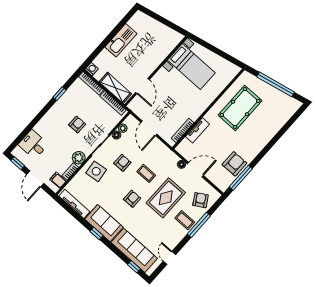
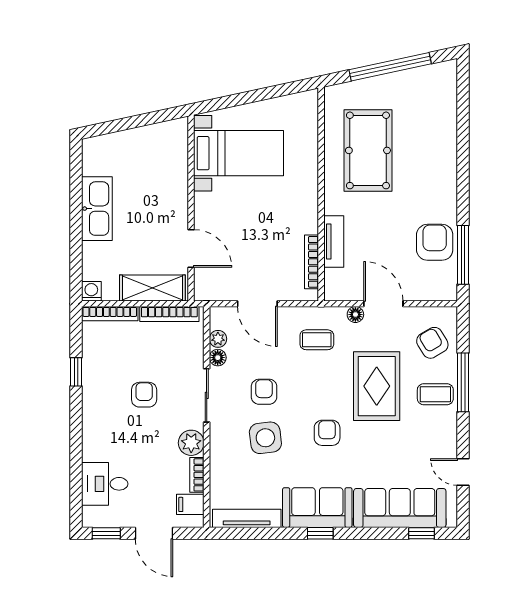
door: (195, 170) -> (383, 304), hinge flipped
side table: (96, 171) -> (265, 438), moved
coffee table: (146, 173) -> (317, 340), moved

